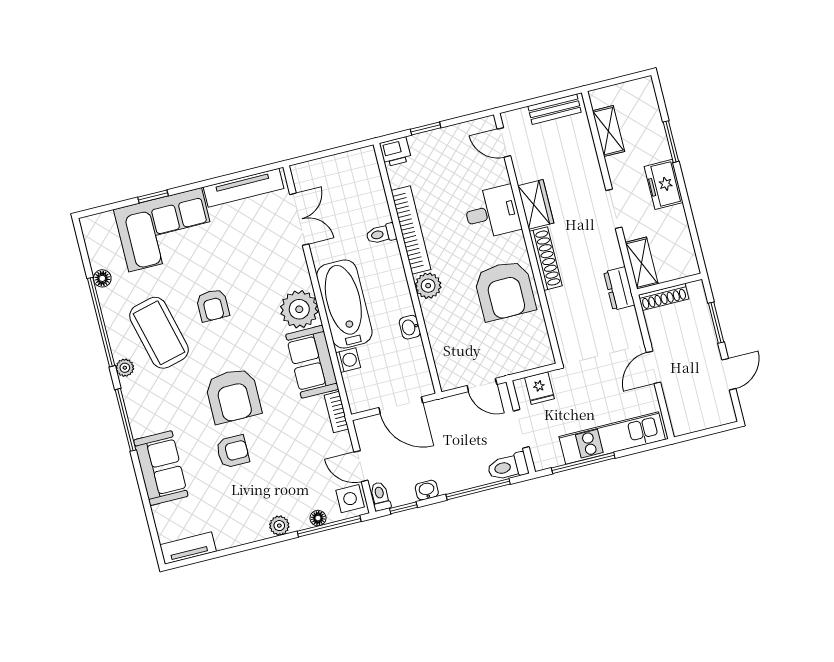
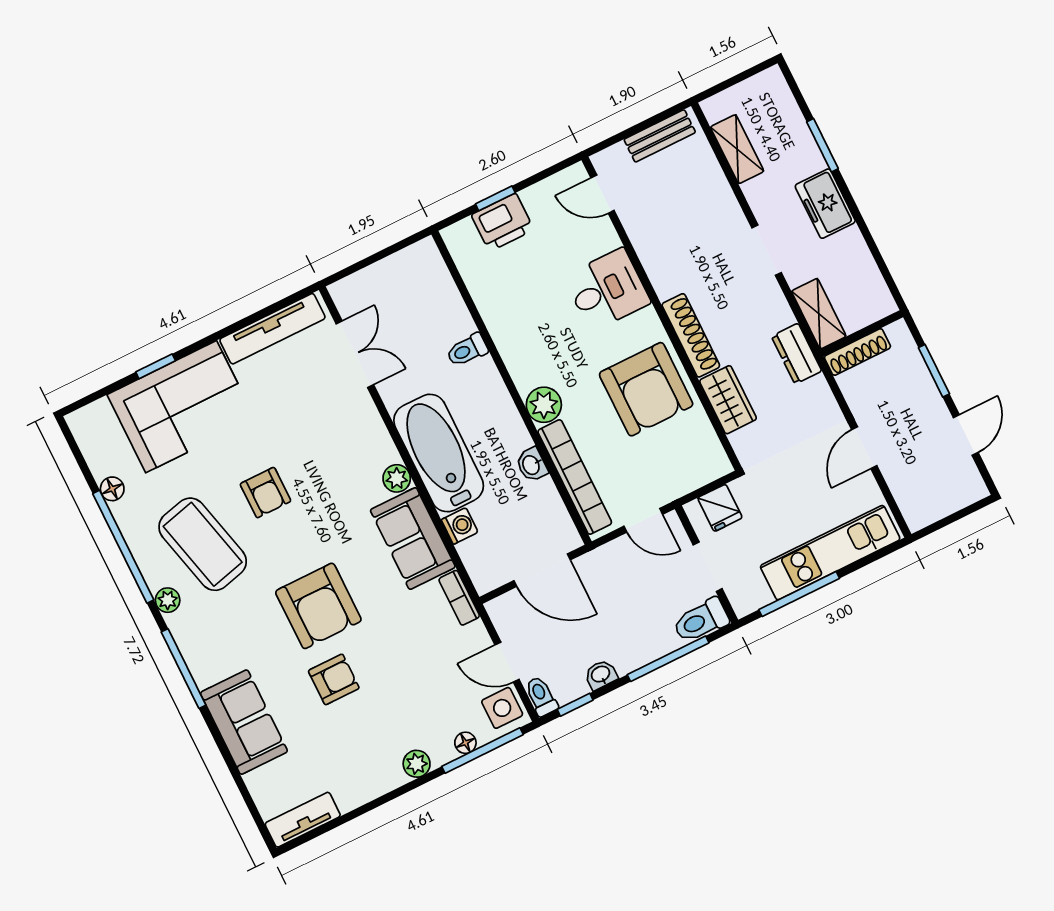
printer: (395, 152) -> (503, 222), moved, width x1.36, depth x1.24
wardrobe: (536, 204) -> (728, 400), moved
bookcase: (411, 230) -> (575, 477), moved
plant: (299, 309) -> (397, 478), width x0.53, depth x0.53

